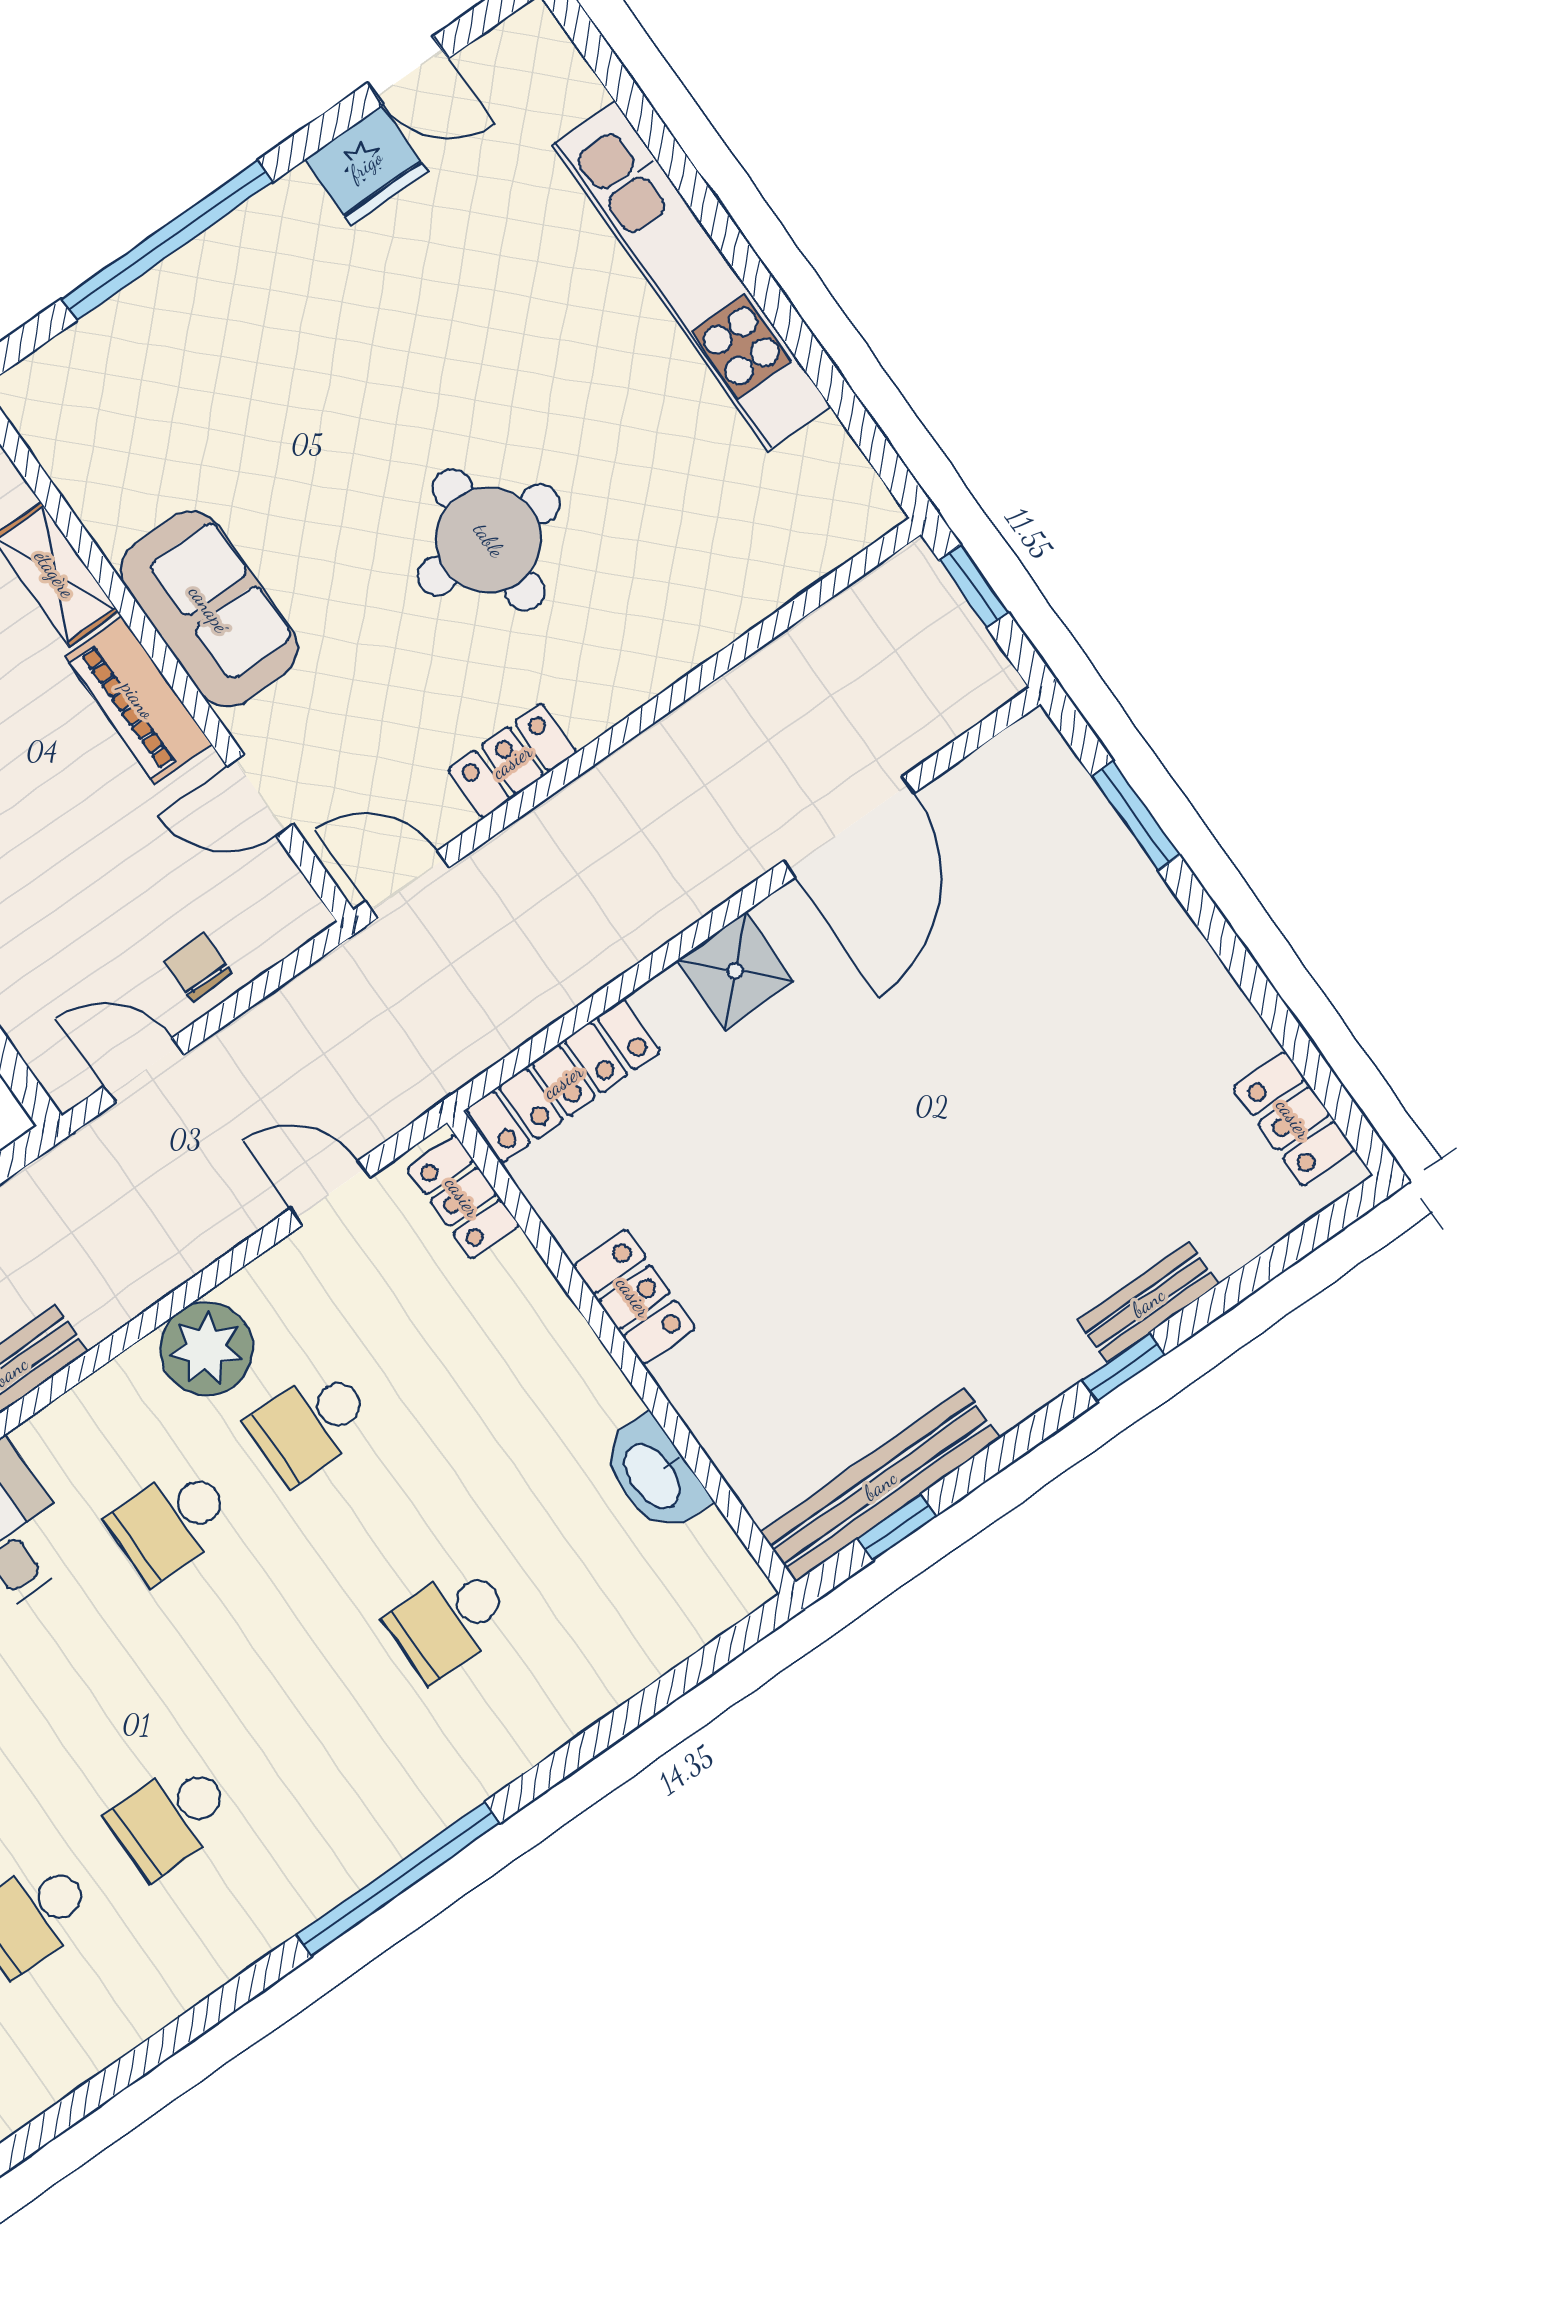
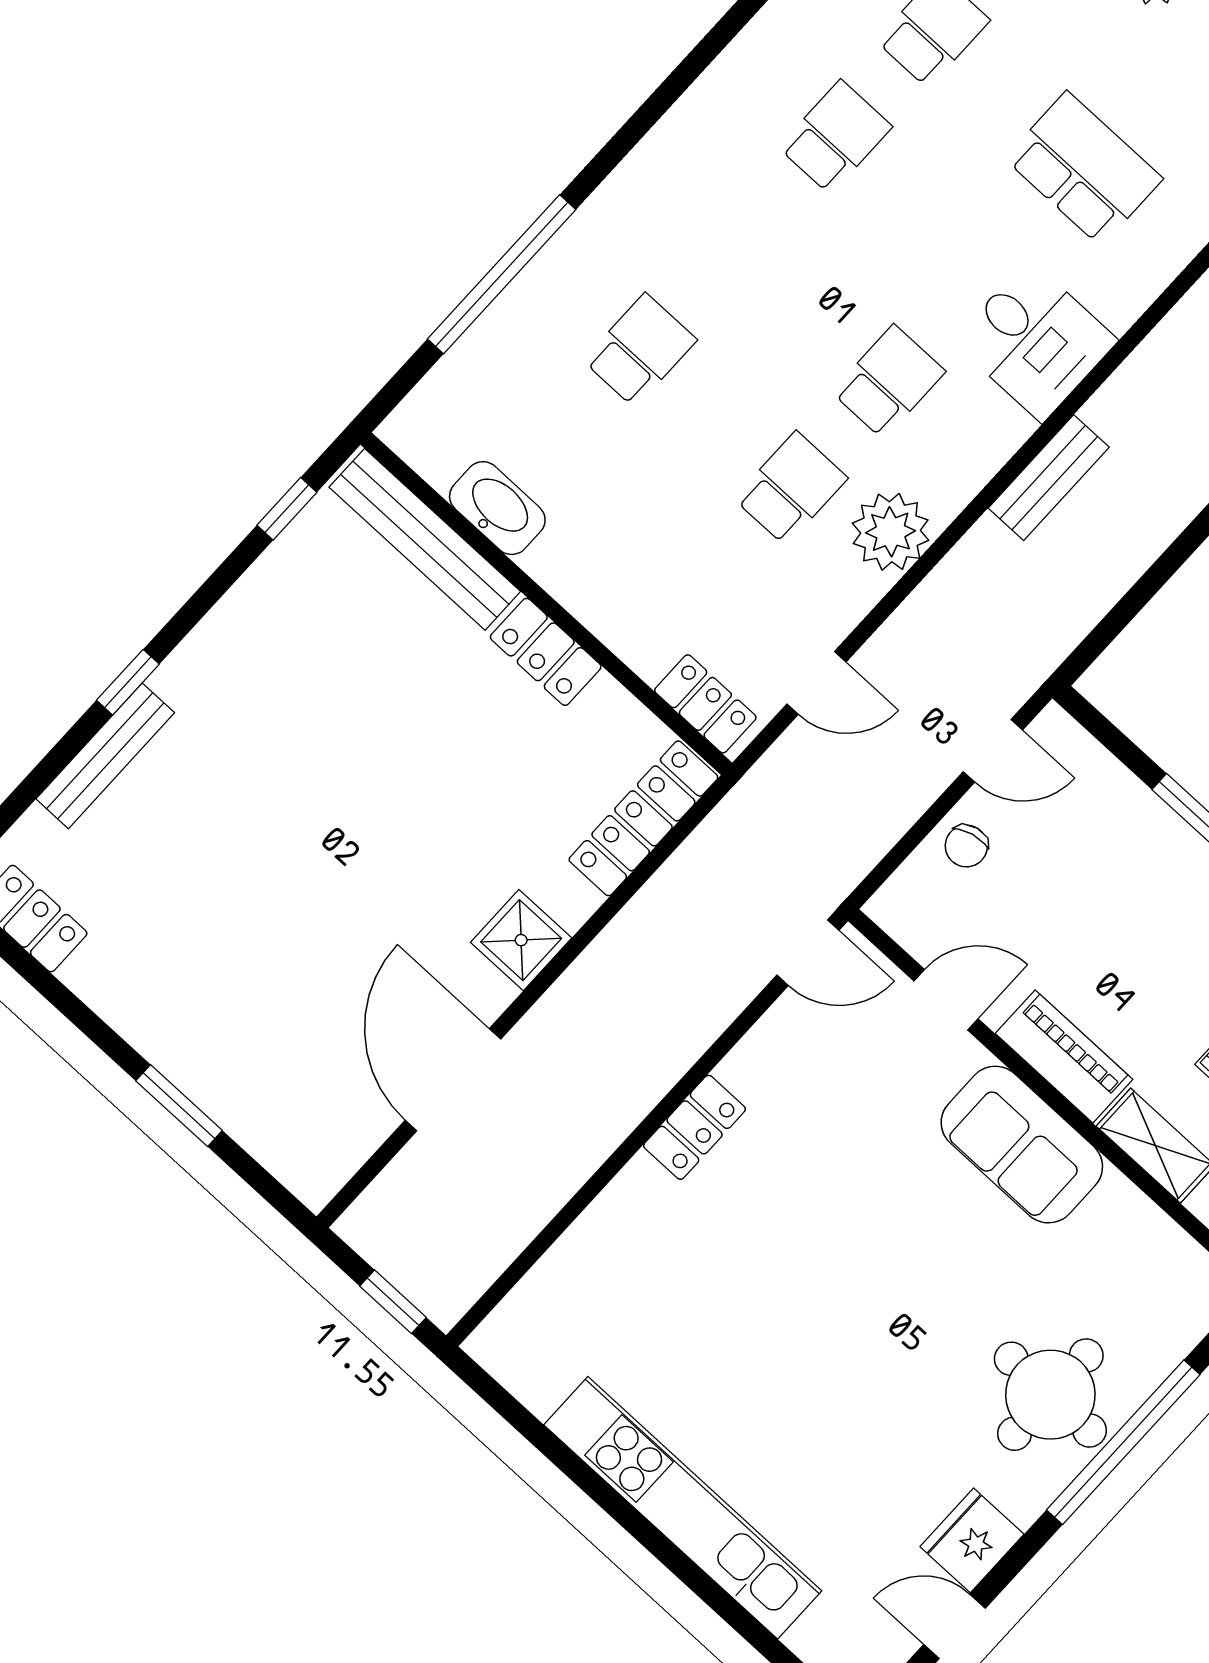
round table: (489, 540) -> (1050, 1395), moved
locker: (512, 761) -> (695, 1127), moved
window: (1136, 816) -> (179, 1106), moved
chair: (198, 967) -> (966, 846), turned 77
bench: (1148, 1302) -> (105, 756), width x1.36
bench: (880, 1485) -> (425, 539), moved, turned 90
window: (398, 1879) -> (502, 274), moved

